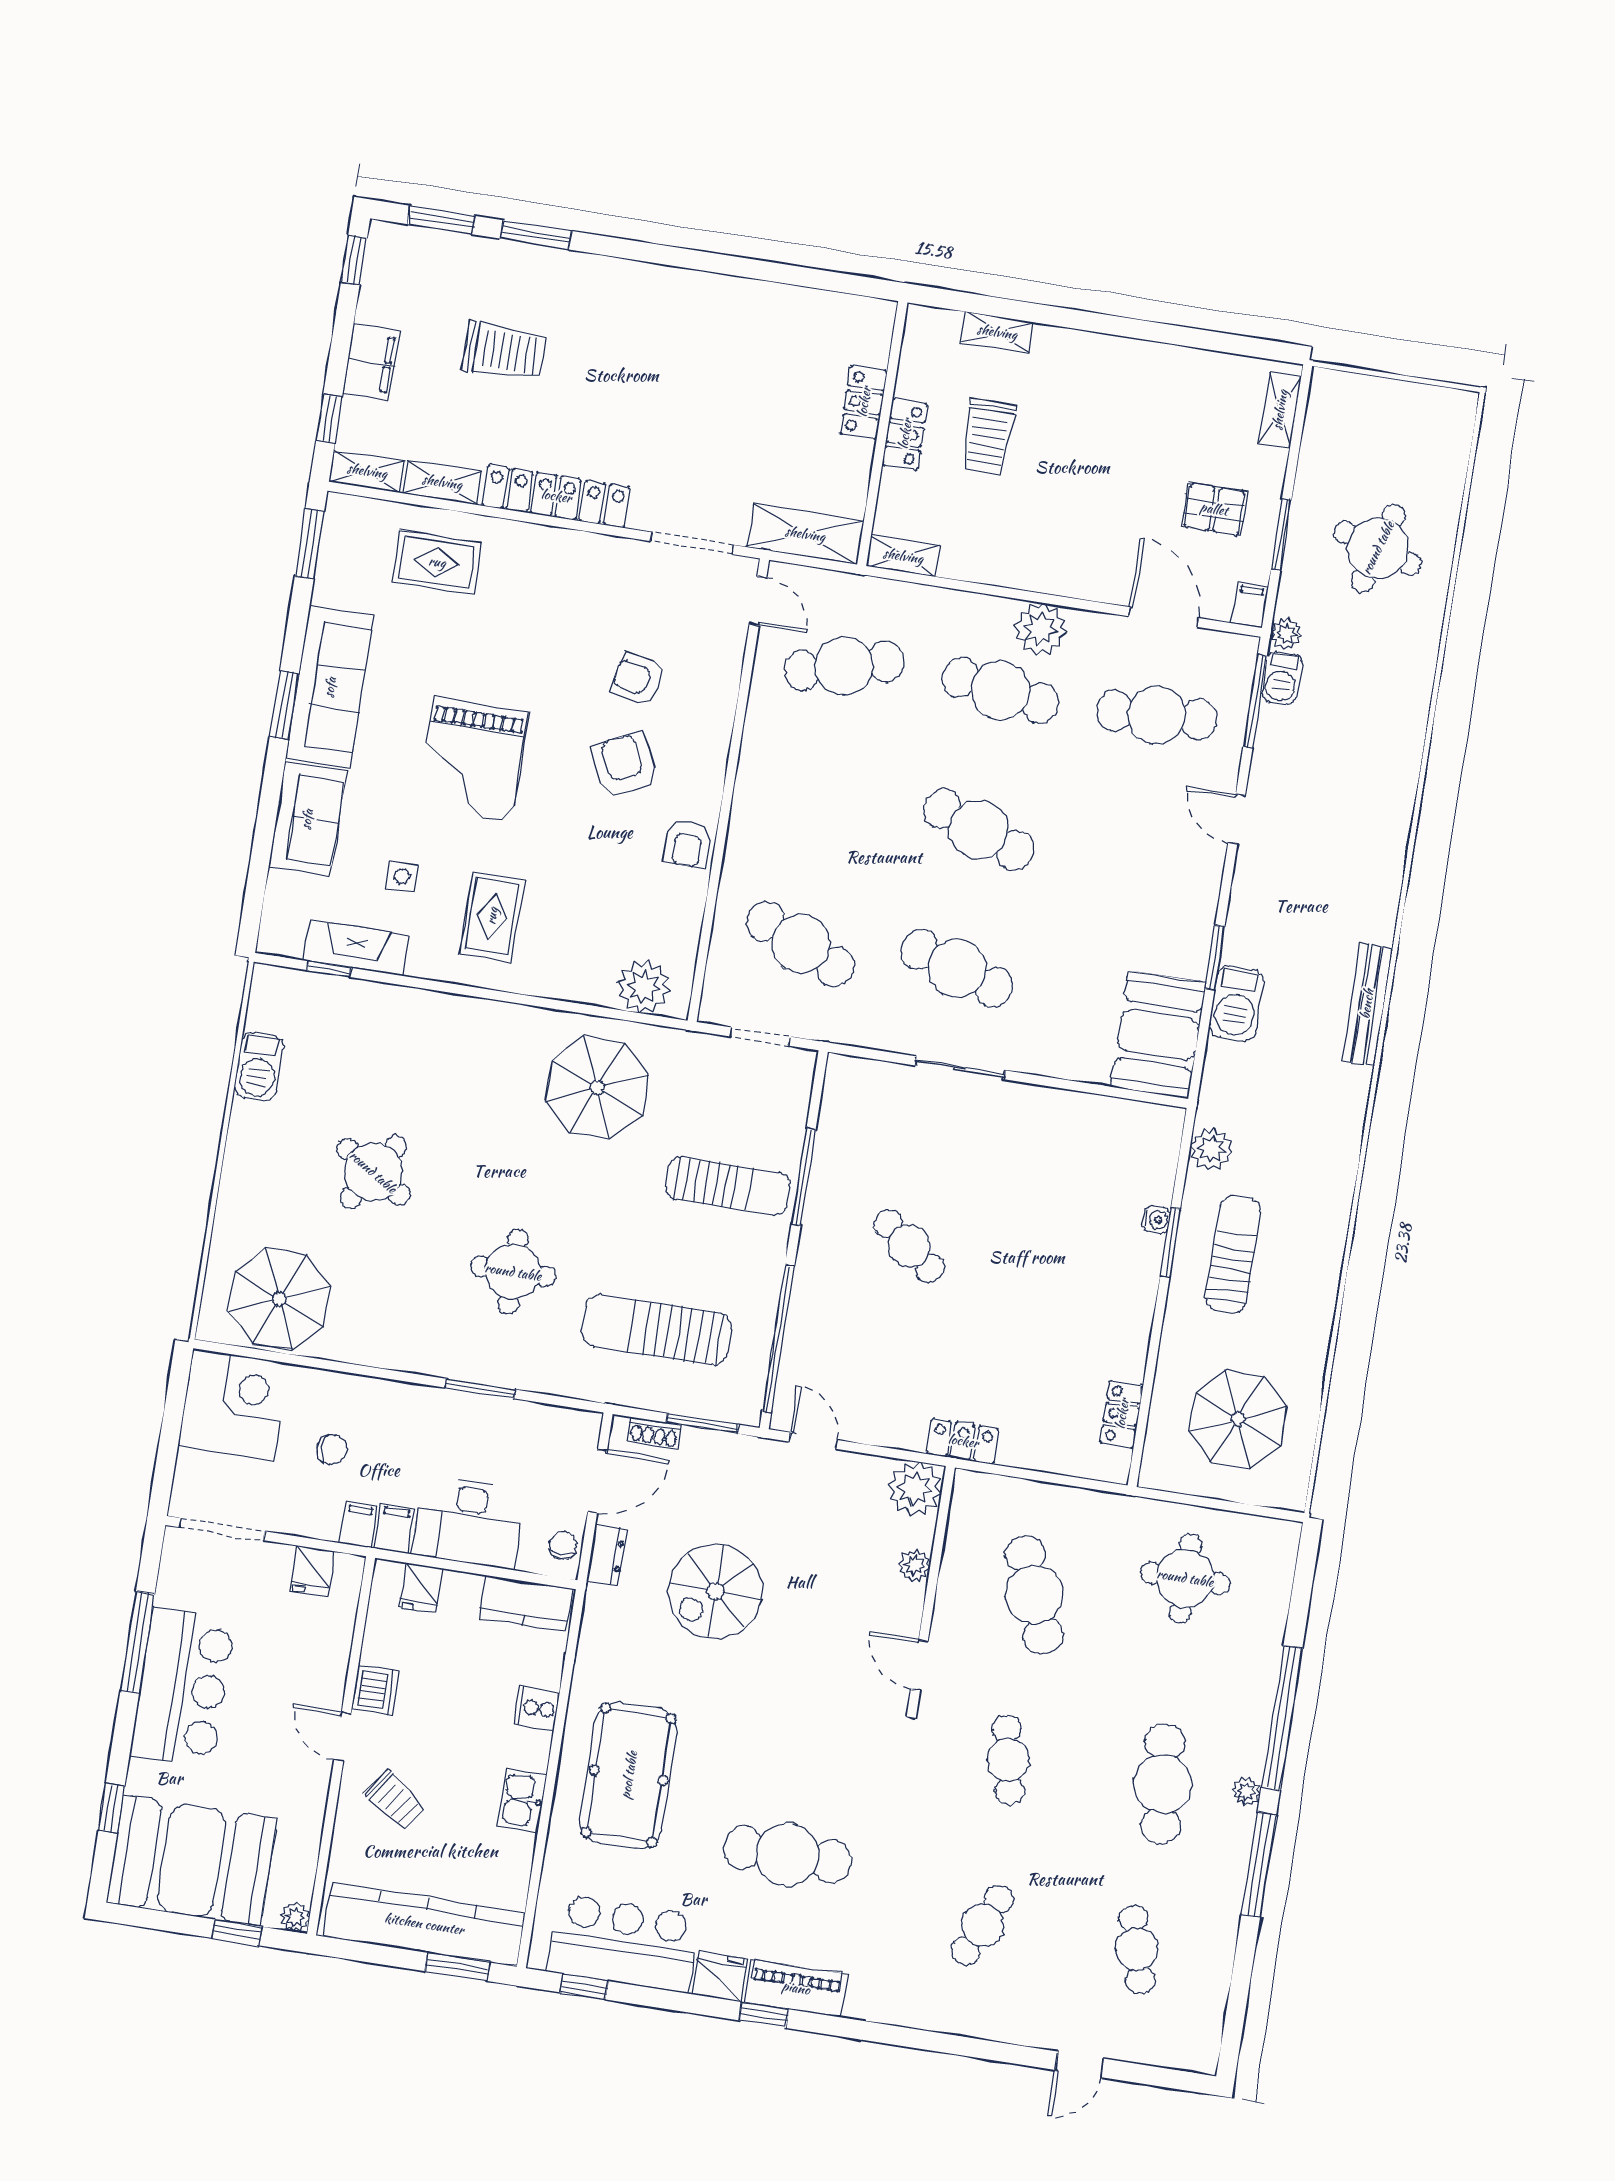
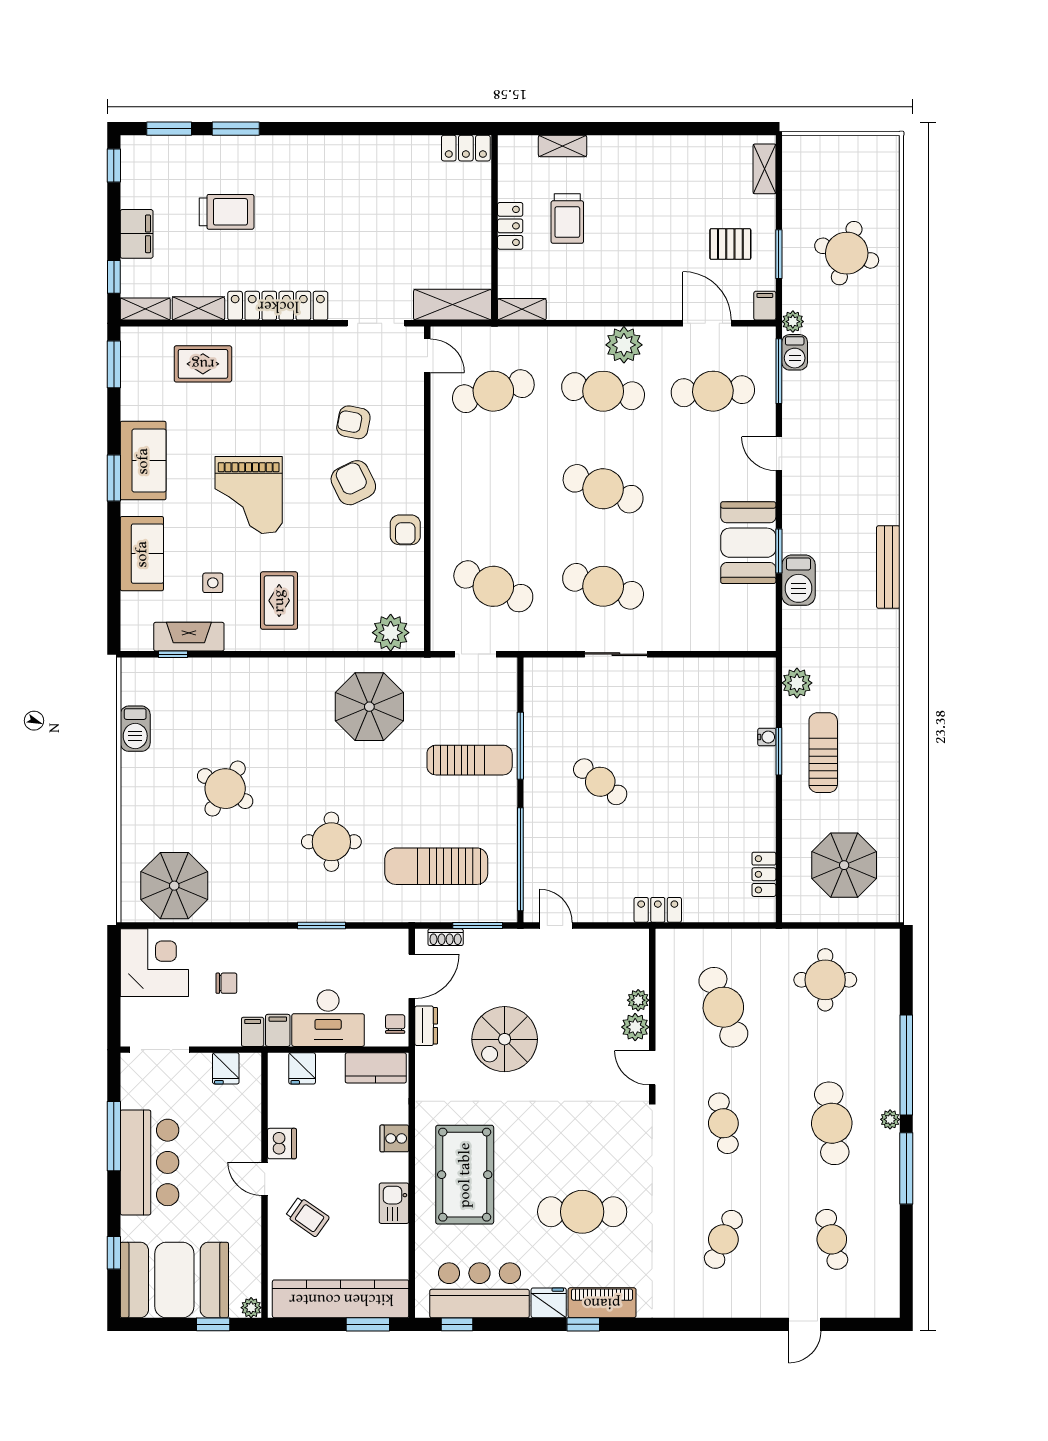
locker: (864, 402) -> (466, 148), moved, turned -90
sofa: (330, 687) -> (143, 461), width x0.73
booth: (1158, 1035) -> (748, 543), moved
plant: (915, 1489) -> (635, 1027), moved, width x0.73, depth x0.73

